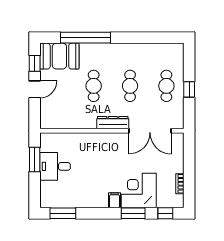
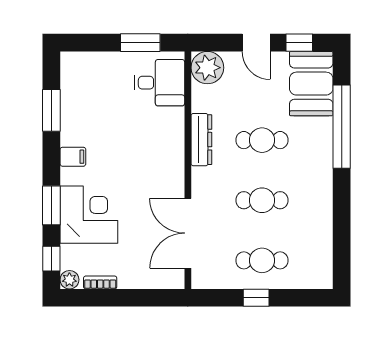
plant: (50, 119) -> (207, 68), added
dresser: (113, 123) -> (201, 140), moved
desk: (55, 166) -> (159, 83), moved, turned 90
filing cabinet: (115, 200) -> (73, 157), moved
plant: (178, 202) -> (69, 280), added
window: (63, 213) -> (51, 110), moved

